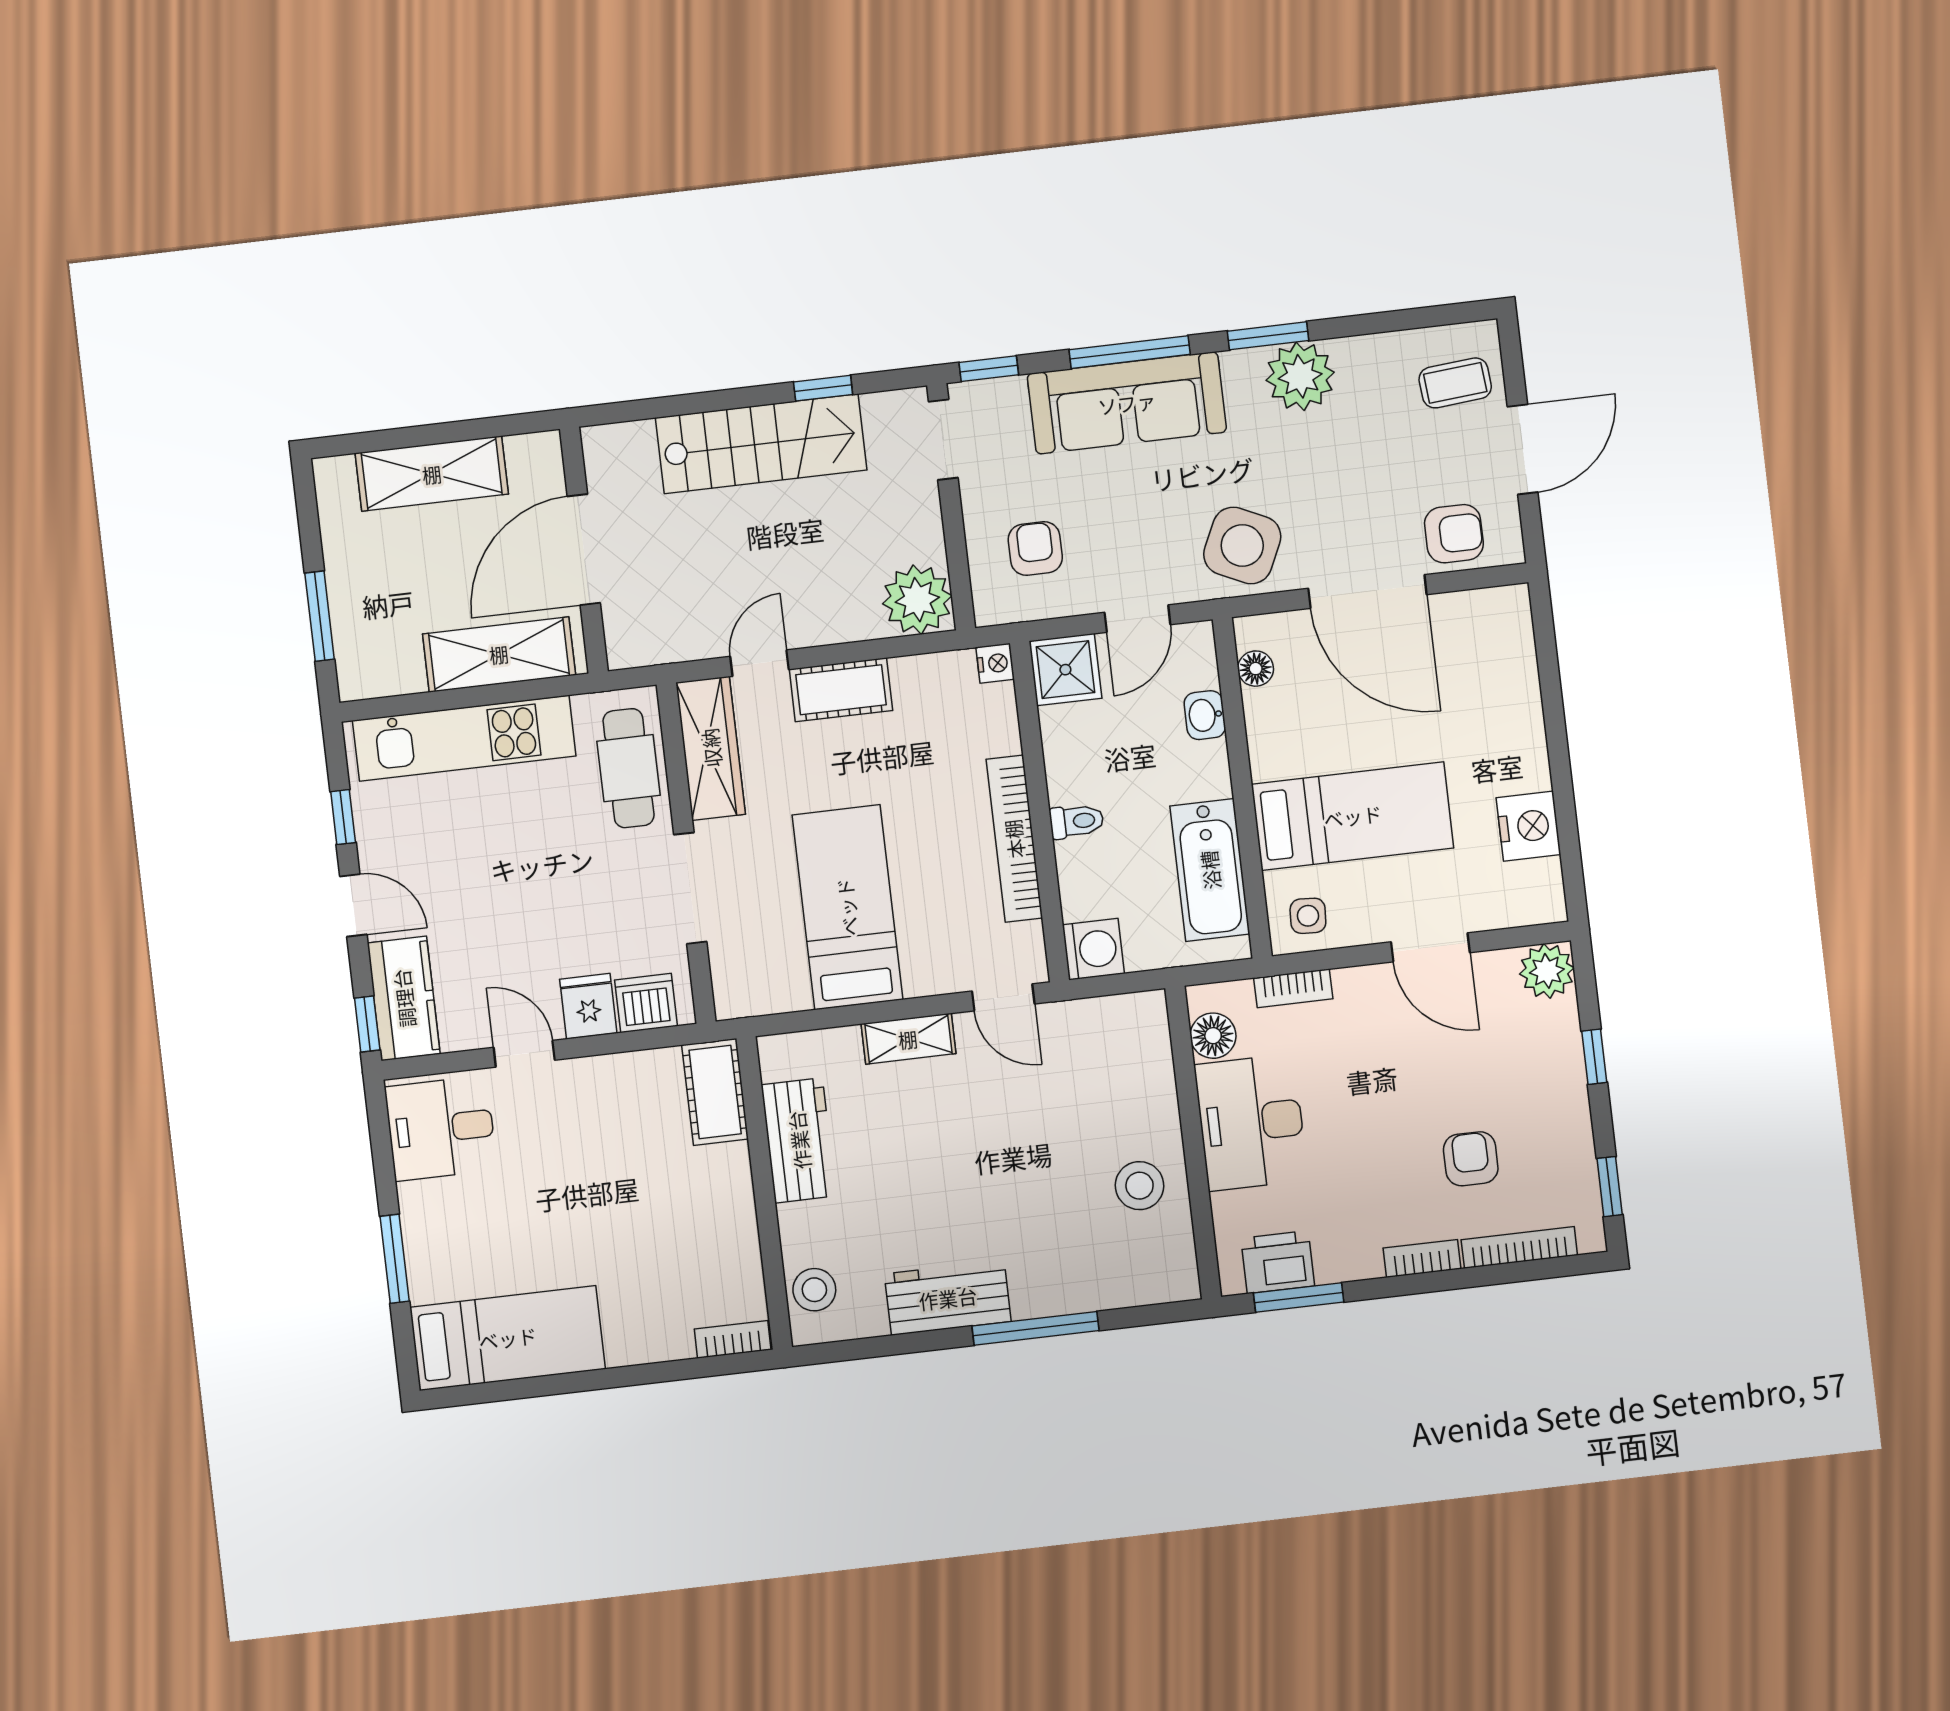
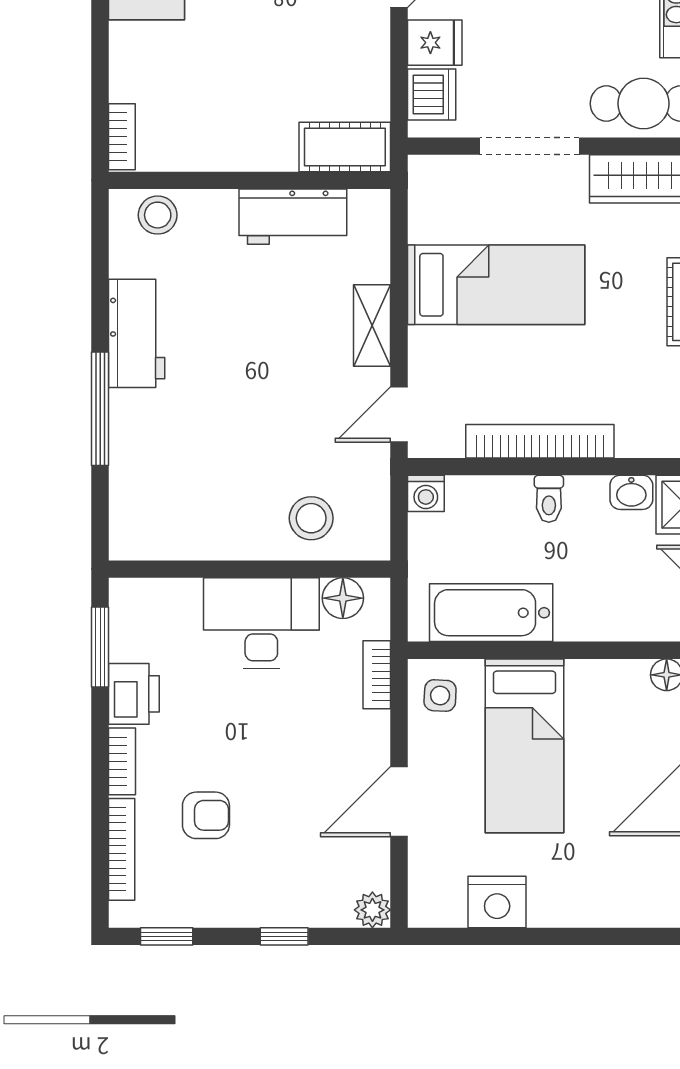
washbasin: (1205, 715) -> (631, 492), moved, turned 180
washing machine: (1093, 949) -> (426, 493), width x0.73, depth x0.73
plant: (1547, 971) -> (372, 910), width x0.73, depth x0.73
stool: (1140, 1186) -> (311, 518), moved
printer: (1278, 1262) -> (134, 694), moved

